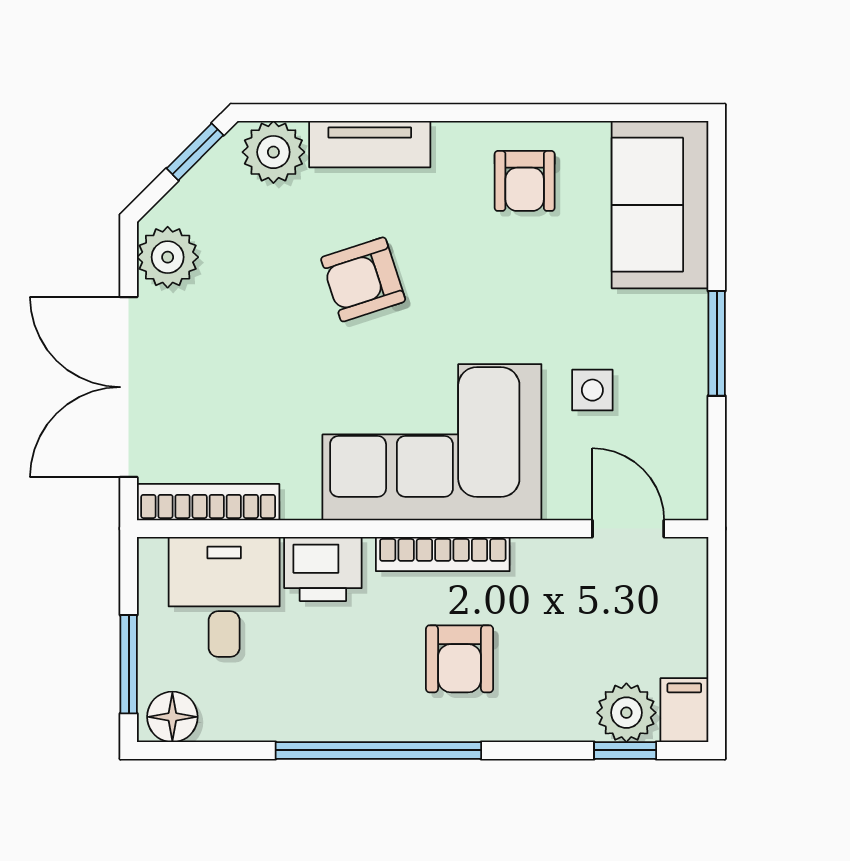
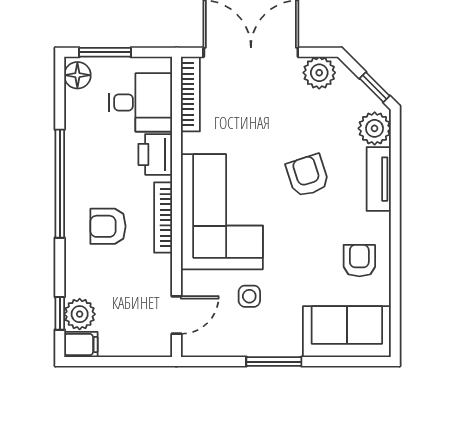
armchair: (525, 181) -> (359, 261), turned 90

